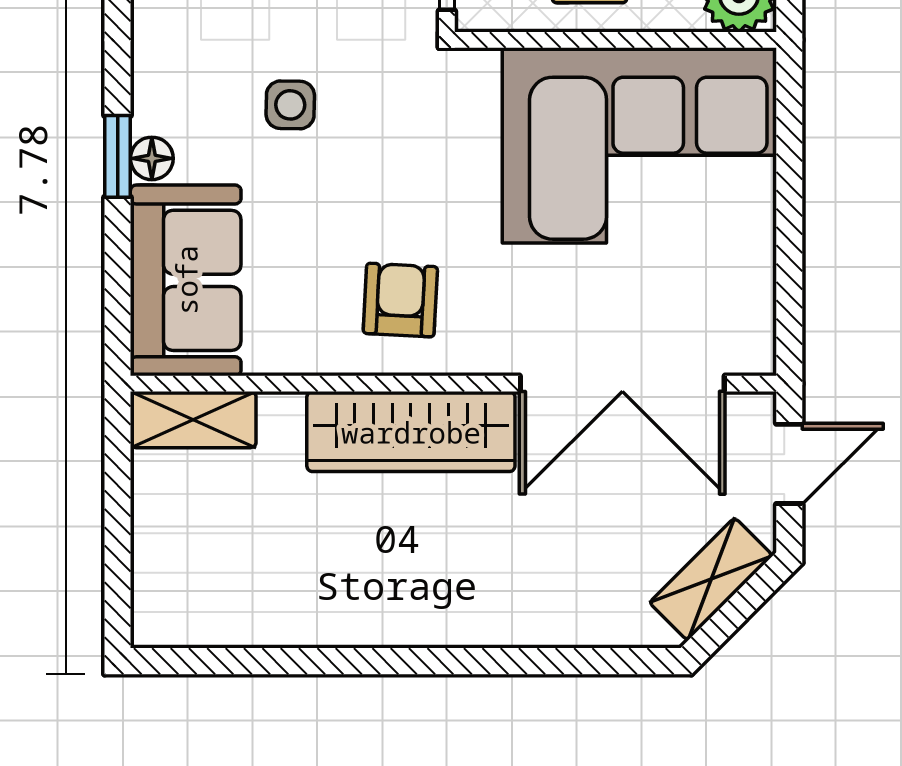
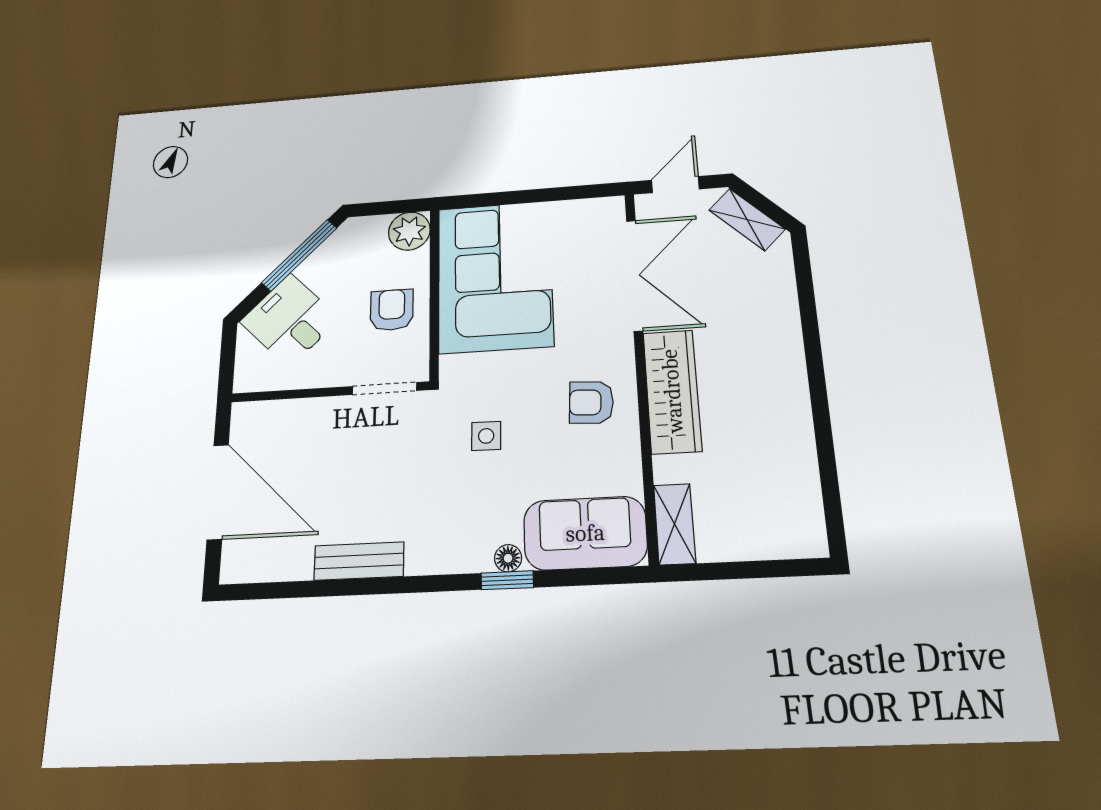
side table: (290, 105) -> (486, 436), moved
door: (789, 464) -> (675, 185), hinge flipped

